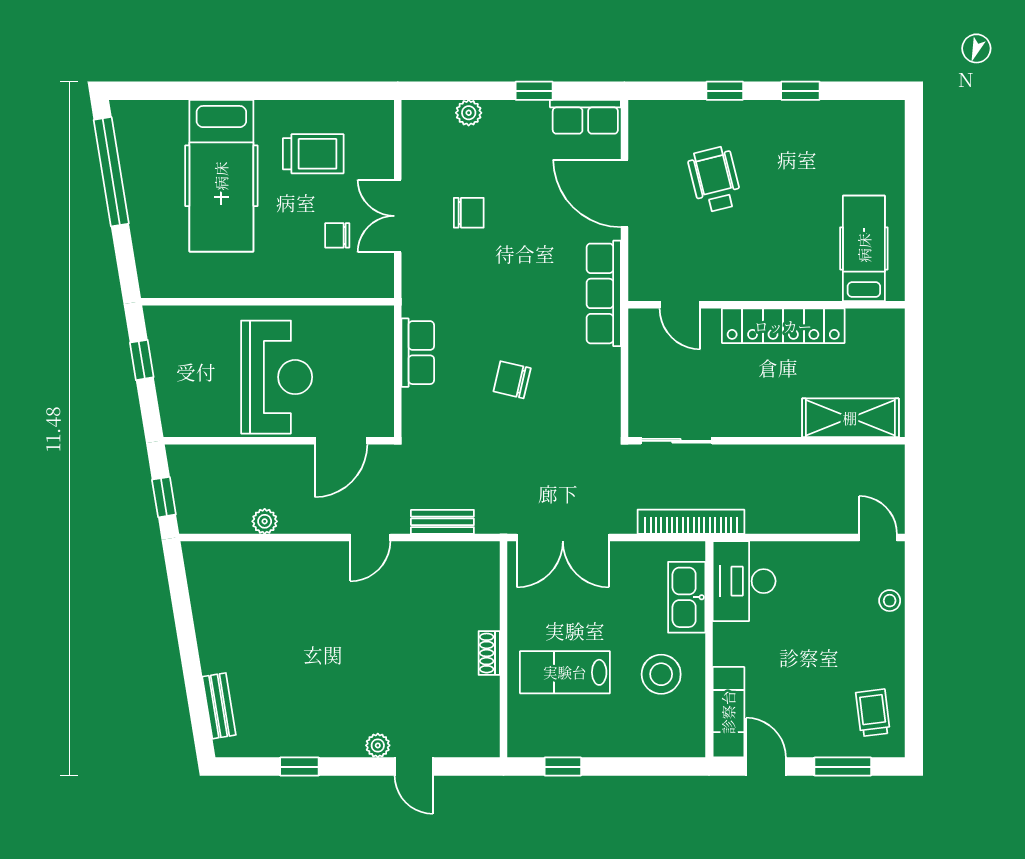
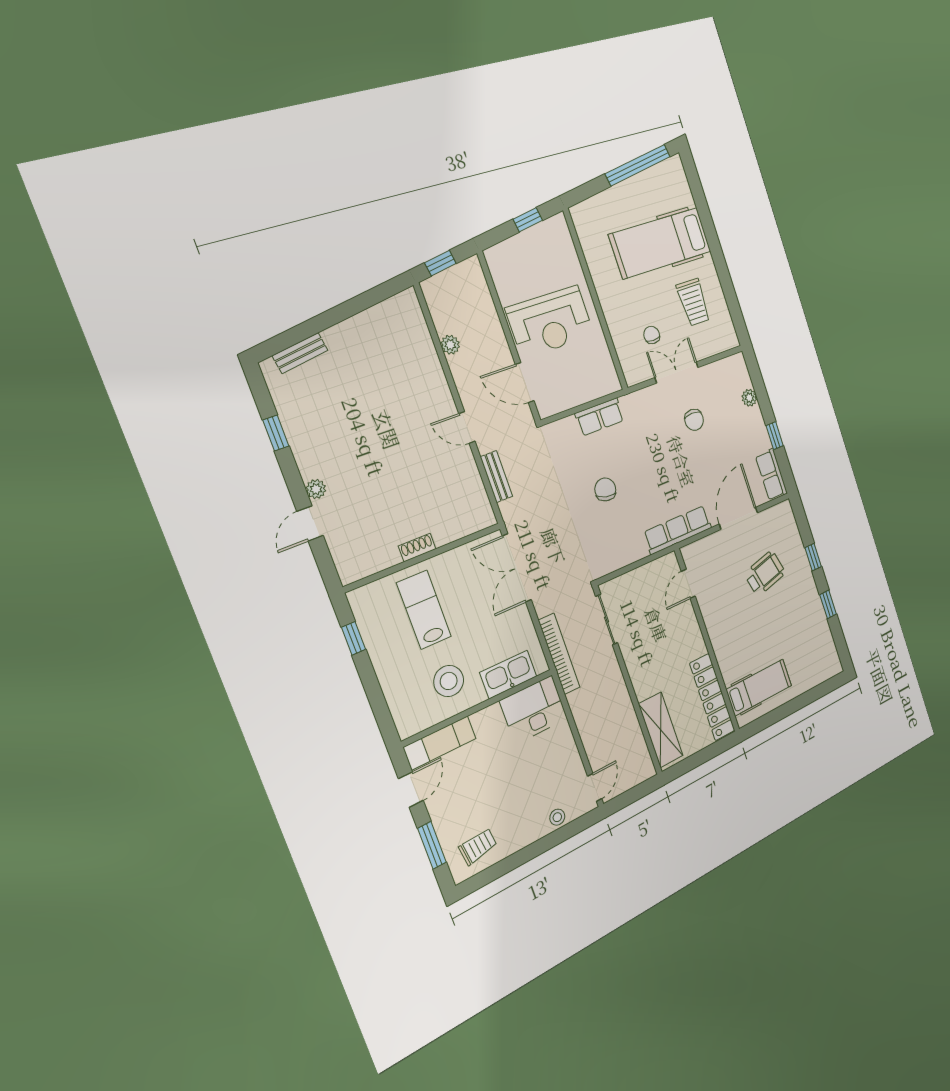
locker: (783, 326) -> (712, 697), moved

